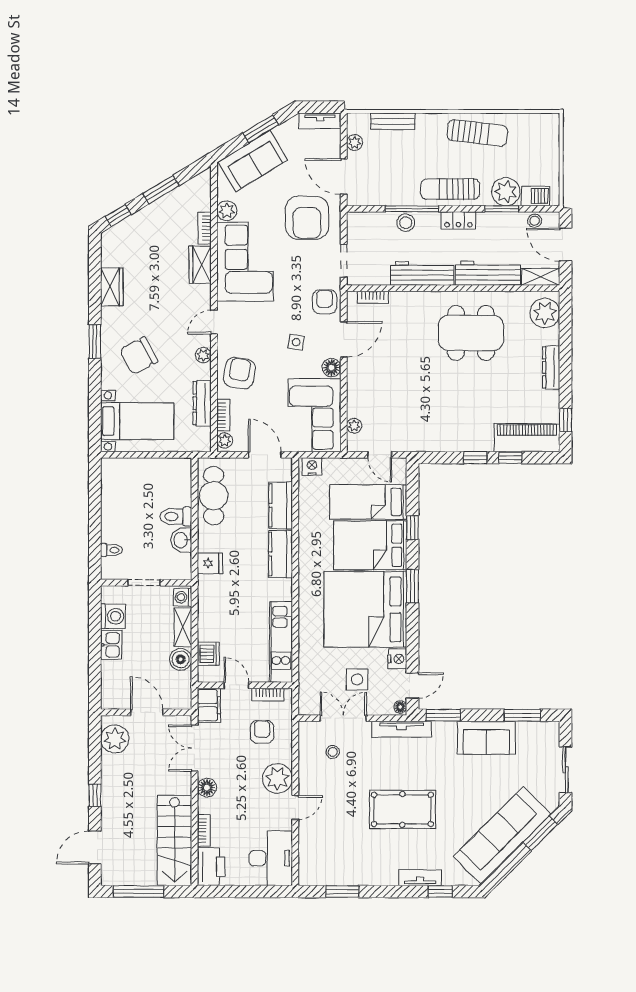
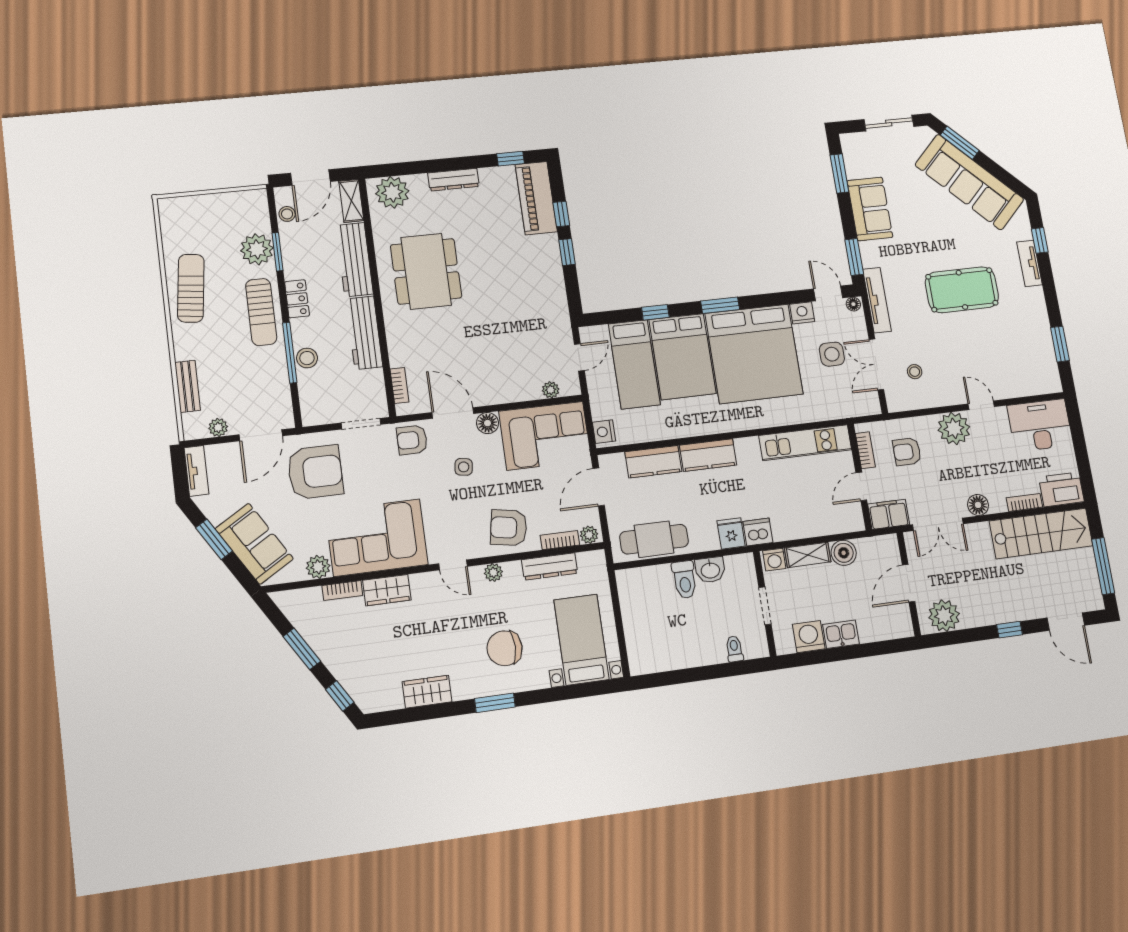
barbecue: (535, 196) -> (258, 216), removed
chair: (139, 356) -> (505, 648), turned 118
dishwasher: (208, 654) -> (758, 532), moved
pool table: (402, 809) -> (962, 290), turned 90

